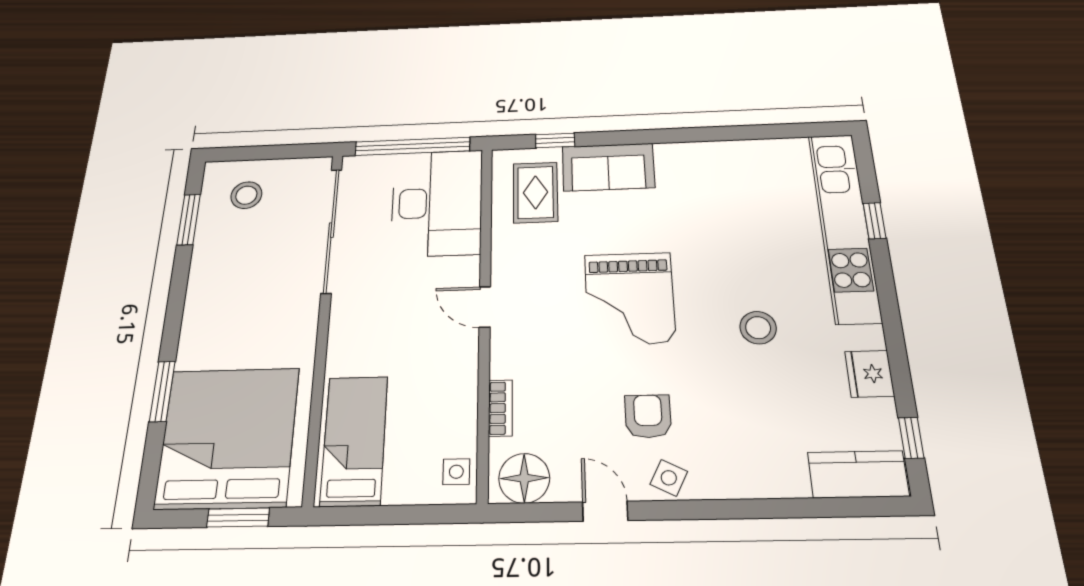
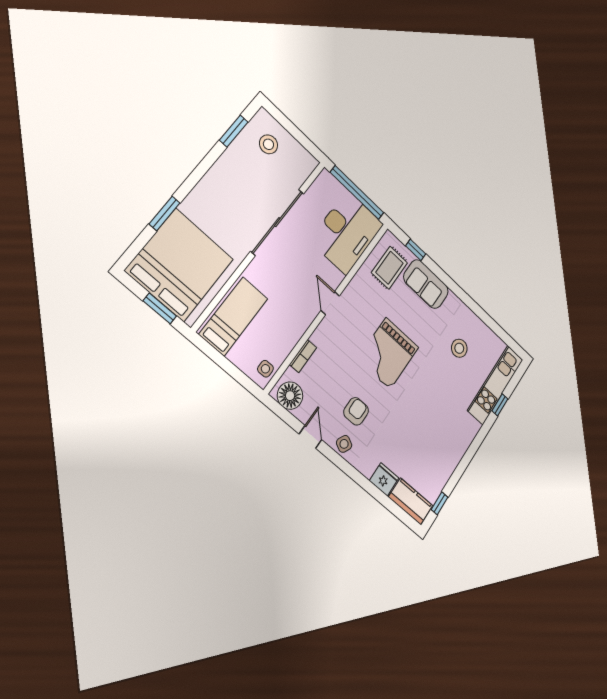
kitchen unit: (844, 226) -> (495, 385), width x0.73
sliding door: (331, 230) -> (277, 222), moved
stool: (758, 328) -> (459, 348), moved
fridge: (870, 374) -> (384, 479), moved, turned 90

